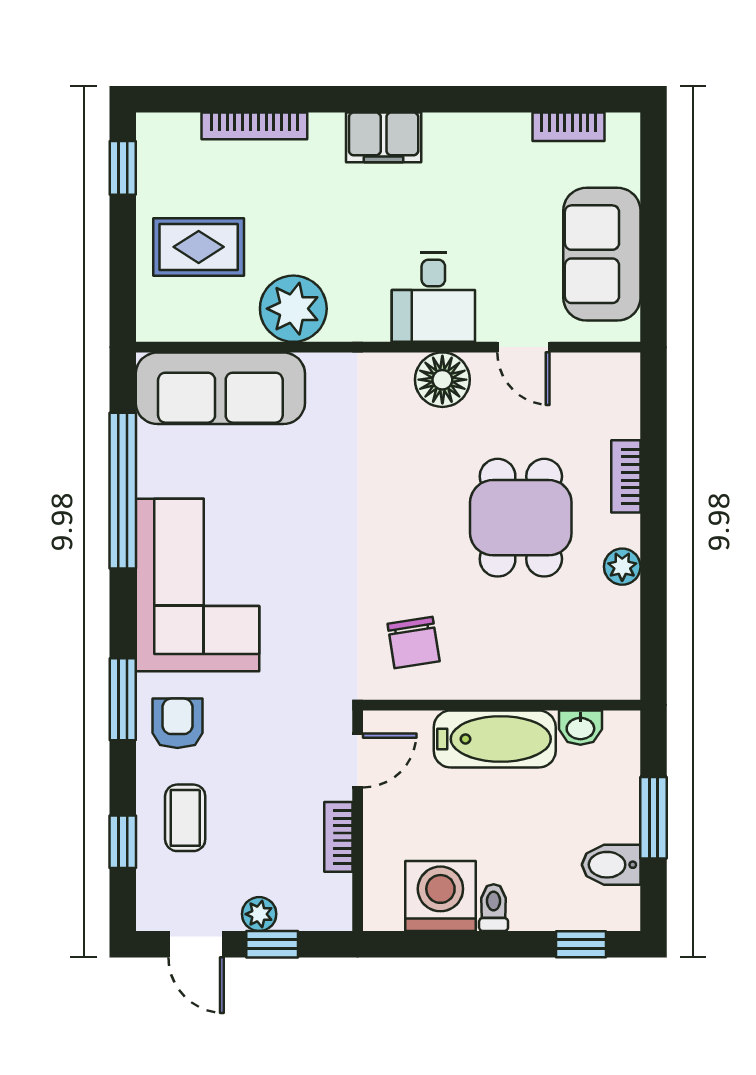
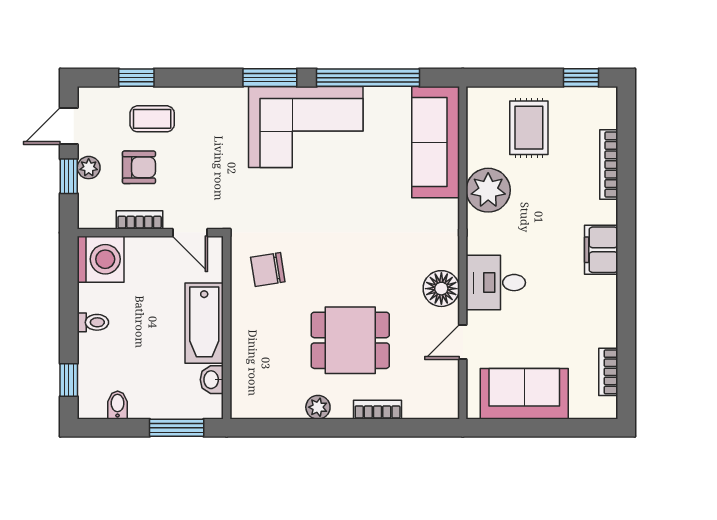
window: (123, 699) -> (270, 78), moved
armchair: (177, 723) -> (139, 167), moved
window: (653, 818) -> (177, 428), moved
bidet: (611, 865) -> (118, 405), width x0.72, depth x0.74
washing machine: (440, 896) -> (101, 259), moved

